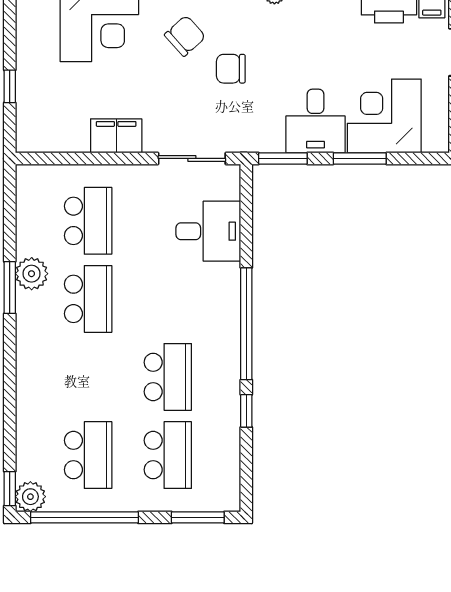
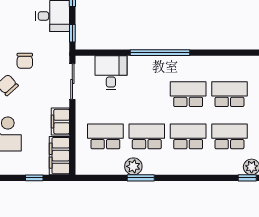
filing cabinet: (52, 134) -> (59, 156), added
window: (283, 158) -> (72, 33), width x0.67
school desk: (88, 377) -> (188, 136), added
window: (246, 411) -> (206, 53), removed

